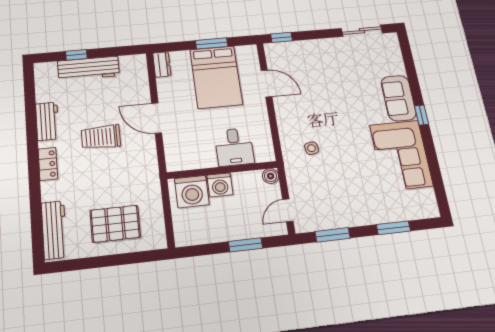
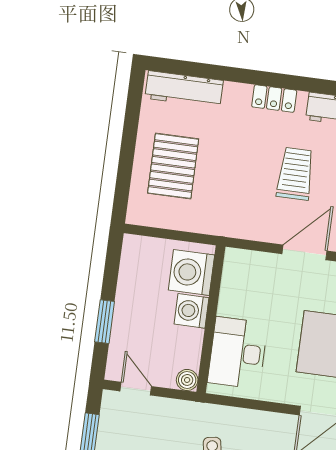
desk: (234, 147) -> (238, 353), width x1.37

